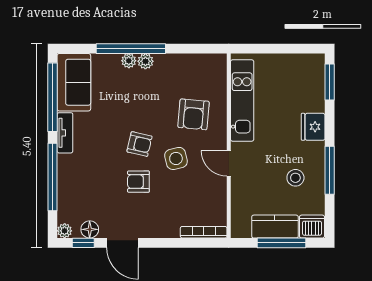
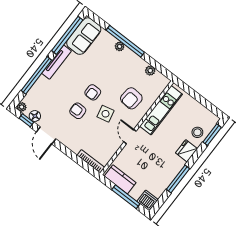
plant: (145, 61) -> (150, 71), moved
tv unit: (65, 133) -> (57, 62), width x1.41
armchair: (139, 144) -> (93, 92), turned 77
stool: (295, 178) -> (197, 132), moved
kitchen counter: (275, 227) -> (120, 179), moved

